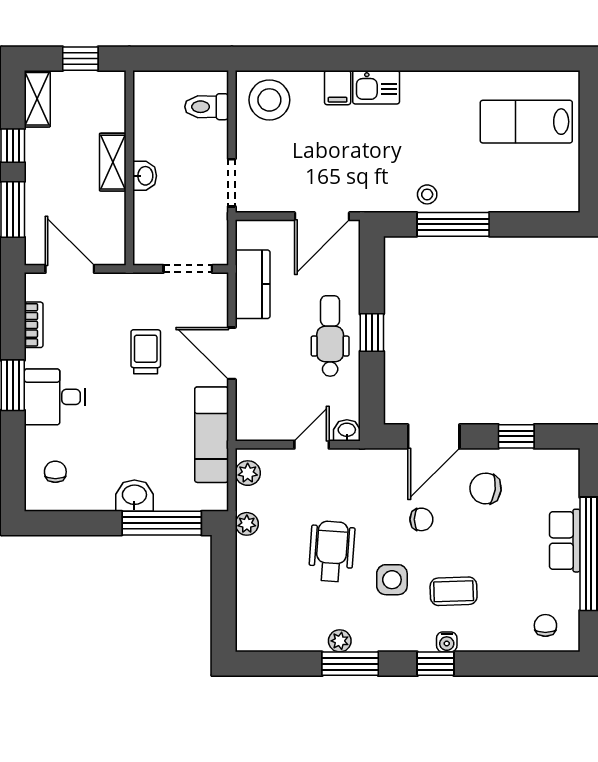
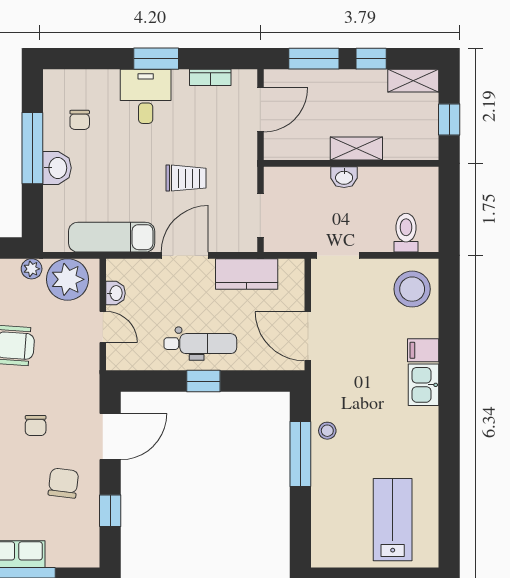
washbasin: (347, 430) -> (115, 293), moved
door: (434, 436) -> (110, 437), swing flipped
chair: (55, 472) -> (80, 120), moved, turned 90
plant: (248, 473) -> (67, 279), width x1.88, depth x1.88
window: (162, 523) -> (32, 148), moved

